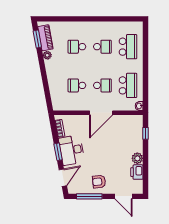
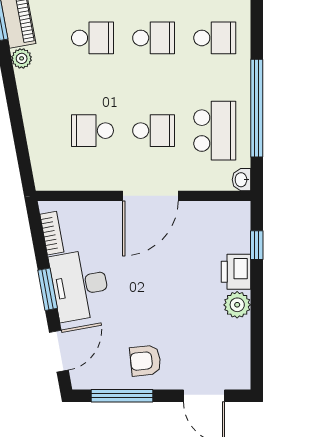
school desk: (77, 47) -> (92, 38), turned 180
school desk: (128, 47) -> (215, 38), width x0.54
window: (146, 76) -> (257, 108), added
printer: (137, 172) -> (236, 272), moved

